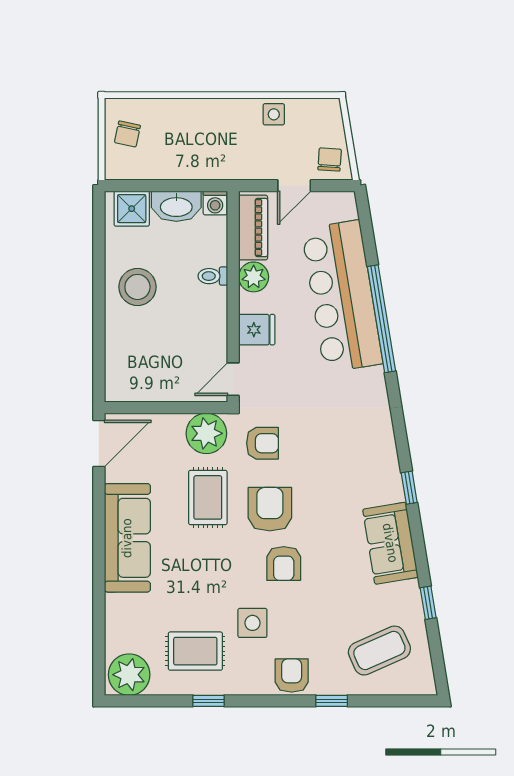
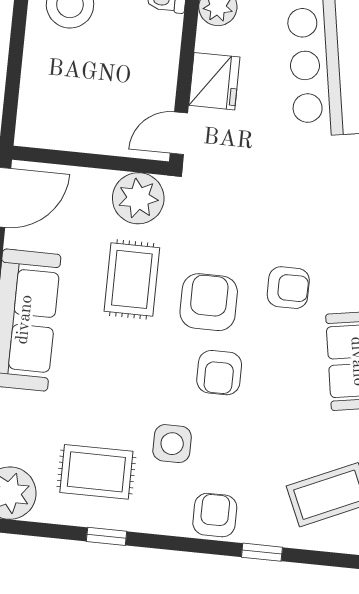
fridge: (257, 330) -> (214, 81), width x1.38
armchair: (262, 443) -> (288, 288), moved

